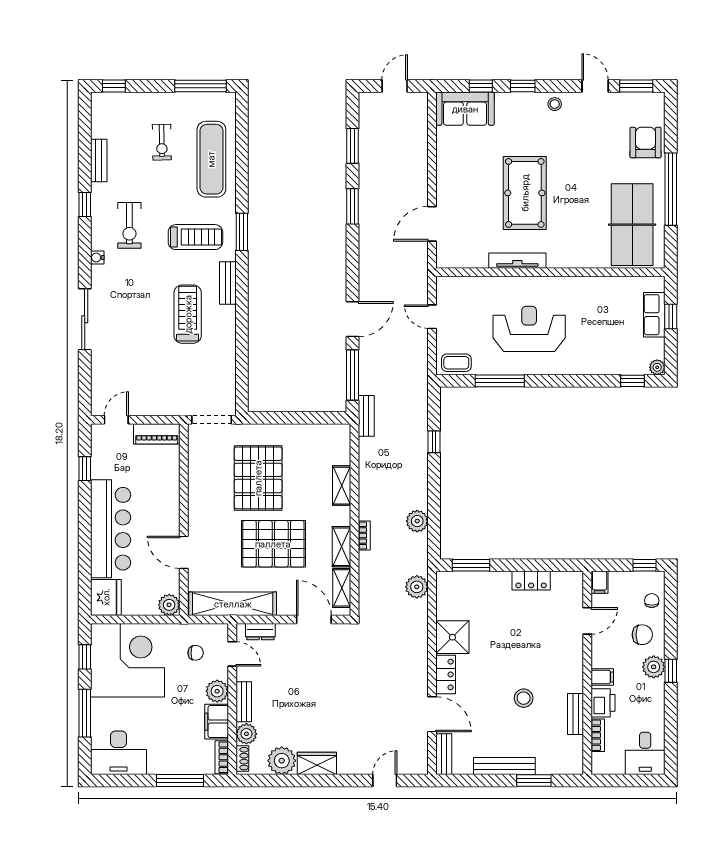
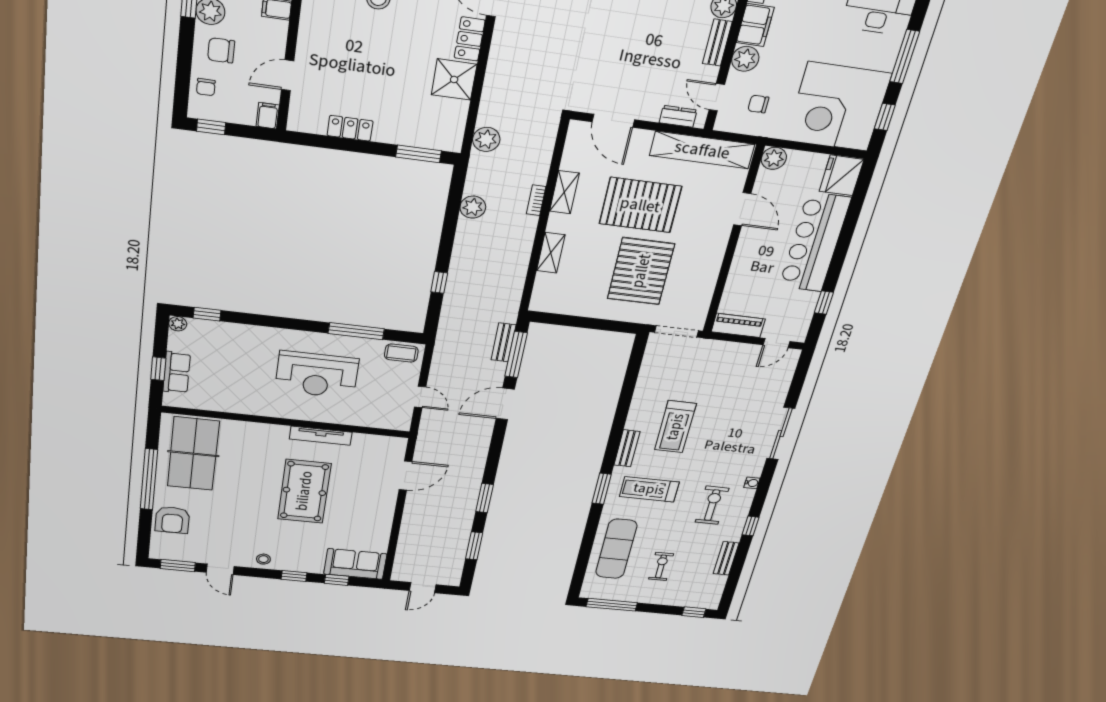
bench: (366, 416) -> (504, 342), moved
shelving: (342, 588) -> (574, 150), removed

